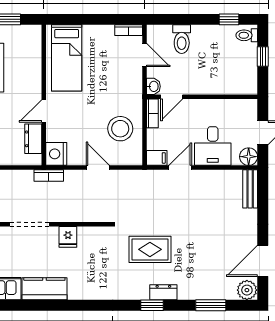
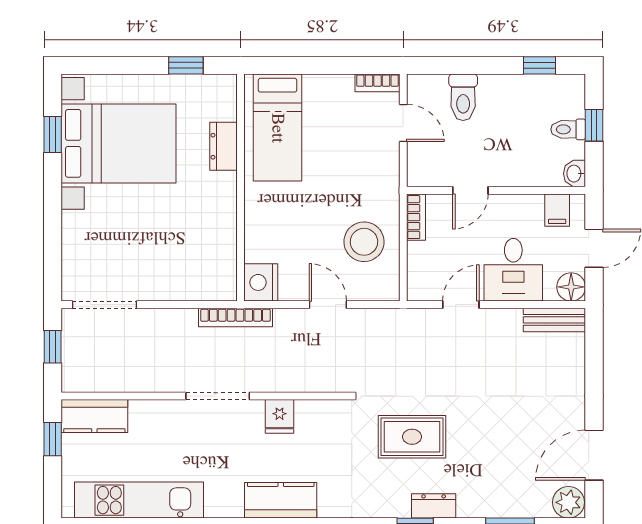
toilet: (247, 35) -> (568, 129), moved
washbasin: (153, 86) -> (575, 174), moved, turned 180
door: (172, 97) -> (470, 190), moved
door: (44, 111) -> (240, 213), removed
dresser: (33, 139) -> (224, 146), moved
filing cabinet: (157, 158) -> (557, 210), moved, turned 90
bookcase: (49, 176) -> (235, 318), width x1.56
bench: (250, 189) -> (554, 320), moved, turned 90
kitchen counter: (44, 289) -> (281, 500), moved

